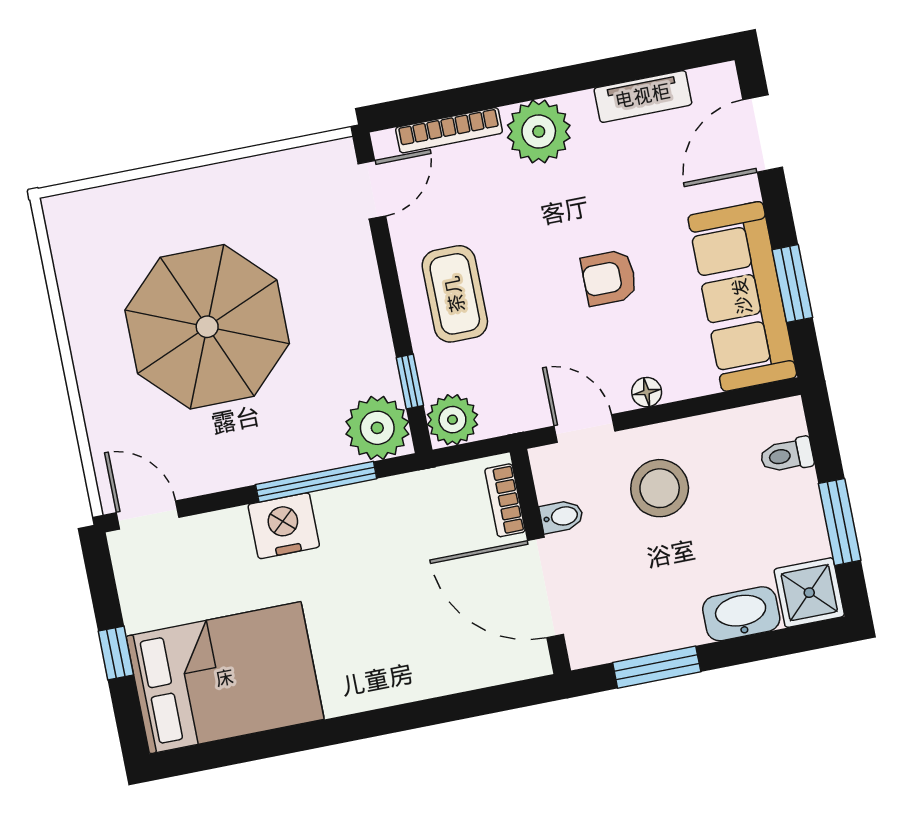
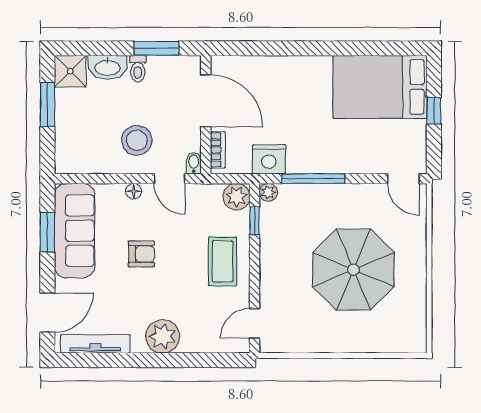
tv unit: (643, 96) -> (95, 344), width x1.41
bookcase: (449, 130) -> (209, 346), removed
plant: (377, 428) -> (268, 192), width x0.53, depth x0.53
toilet: (787, 455) -> (138, 69), moved, turned 90
bidet: (562, 516) -> (194, 163), moved, turned 90
nightstand: (284, 526) -> (269, 159), moved

